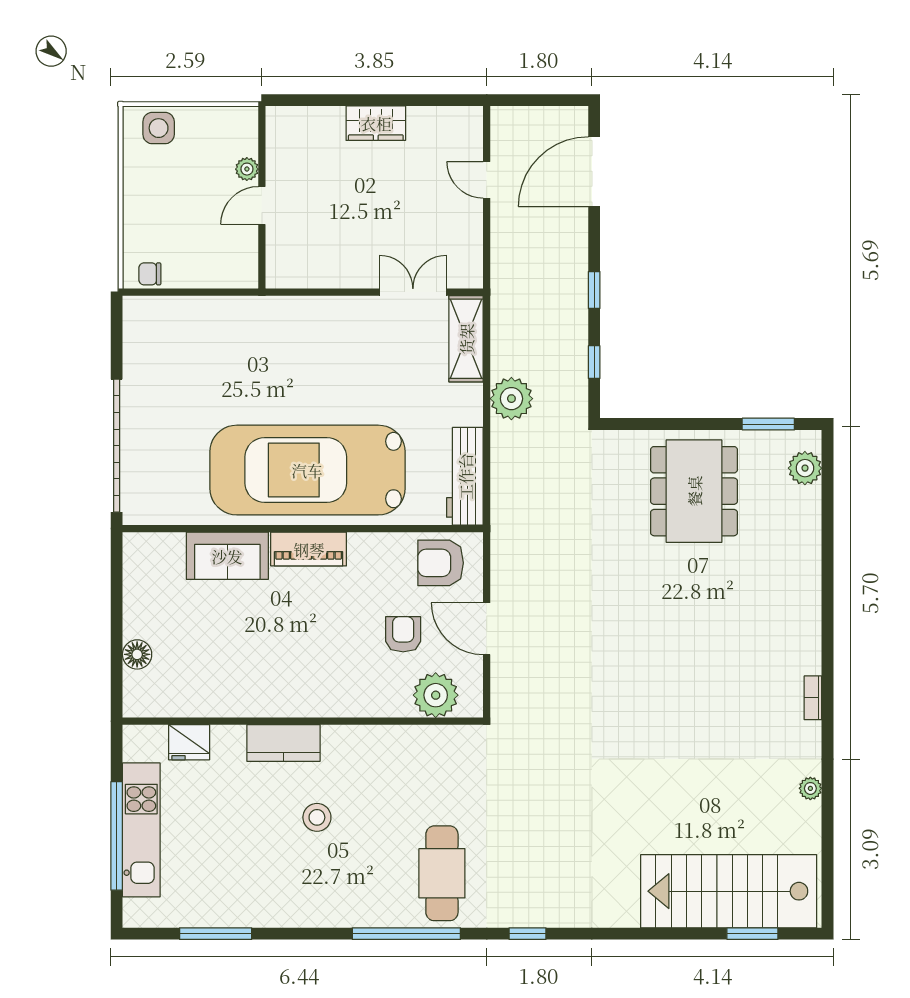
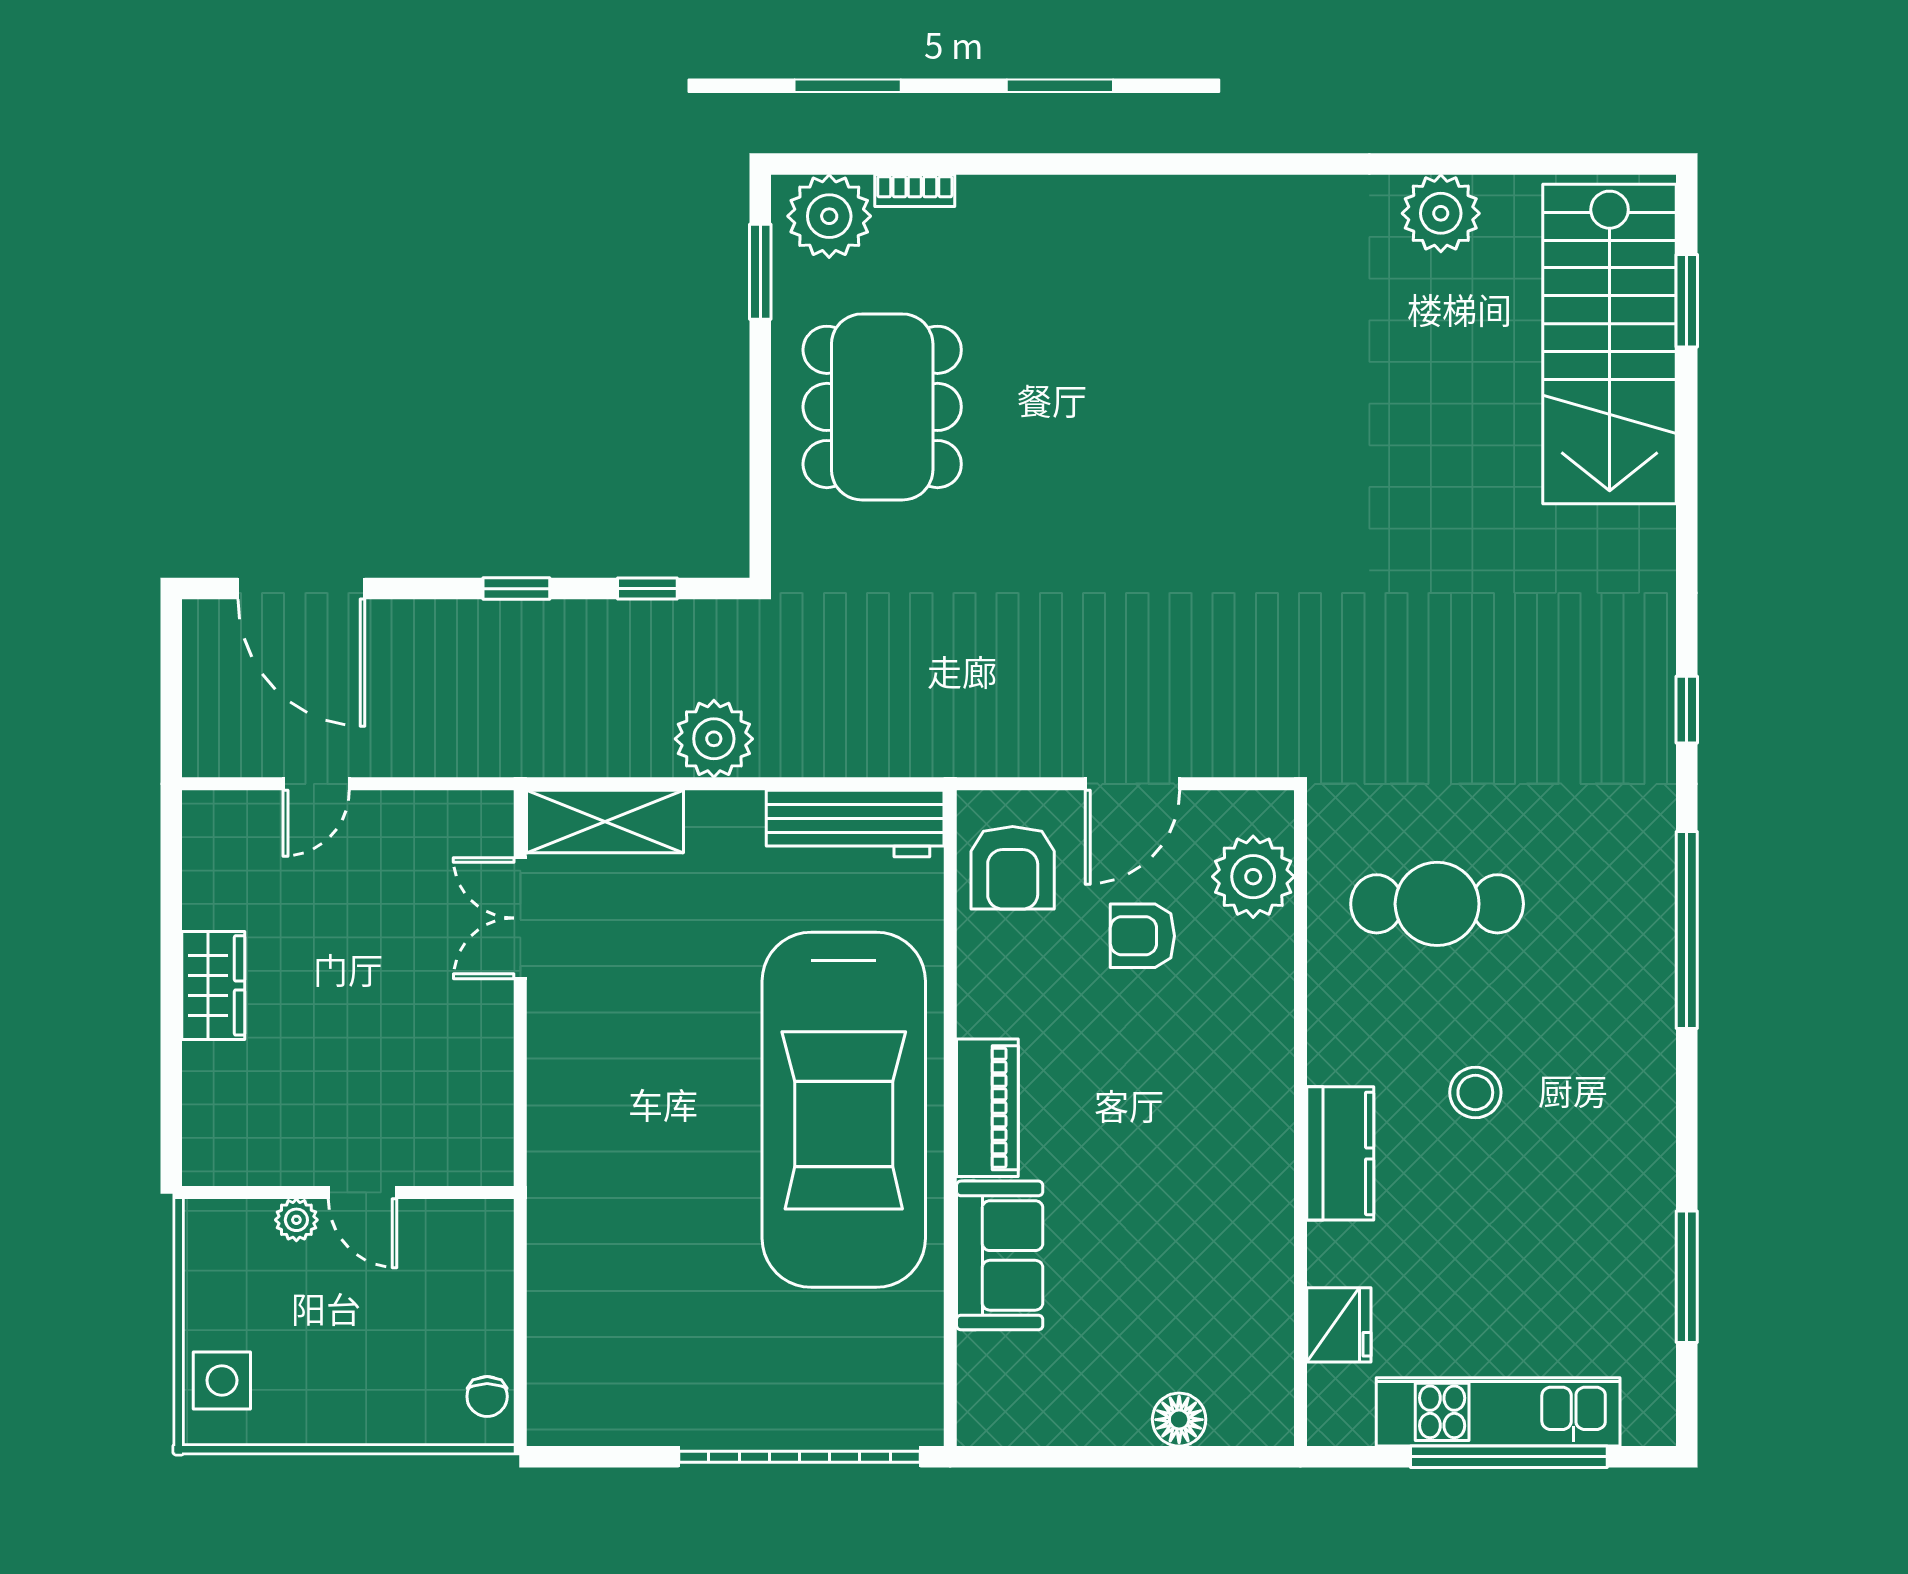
plant: (805, 468) -> (829, 216), width x1.36, depth x1.36
dining table: (694, 491) -> (882, 407), turned 90
bookcase: (813, 698) -> (915, 191), moved
plant: (810, 788) -> (1441, 213), width x1.87, depth x1.87
cafe table: (442, 873) -> (1437, 904), moved

